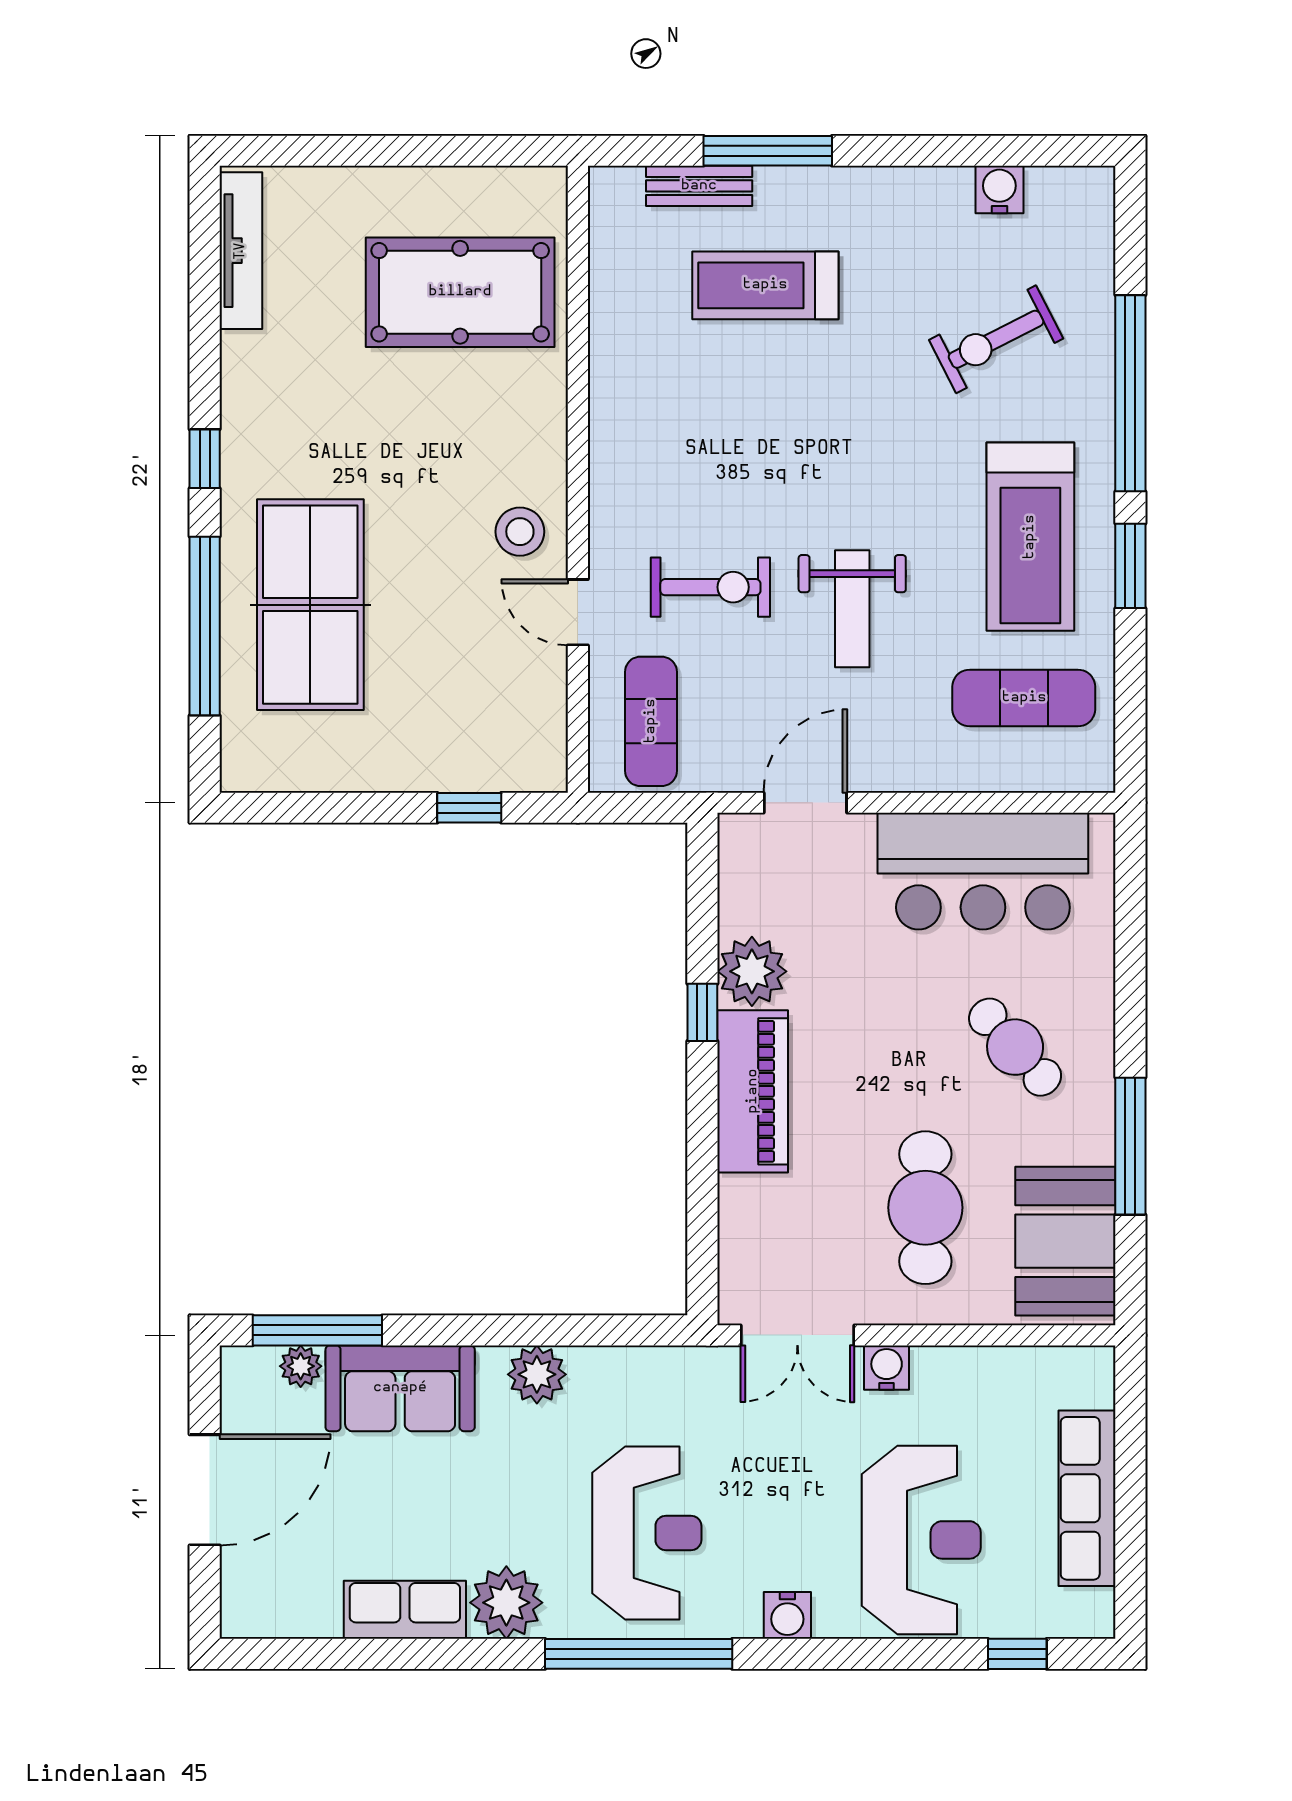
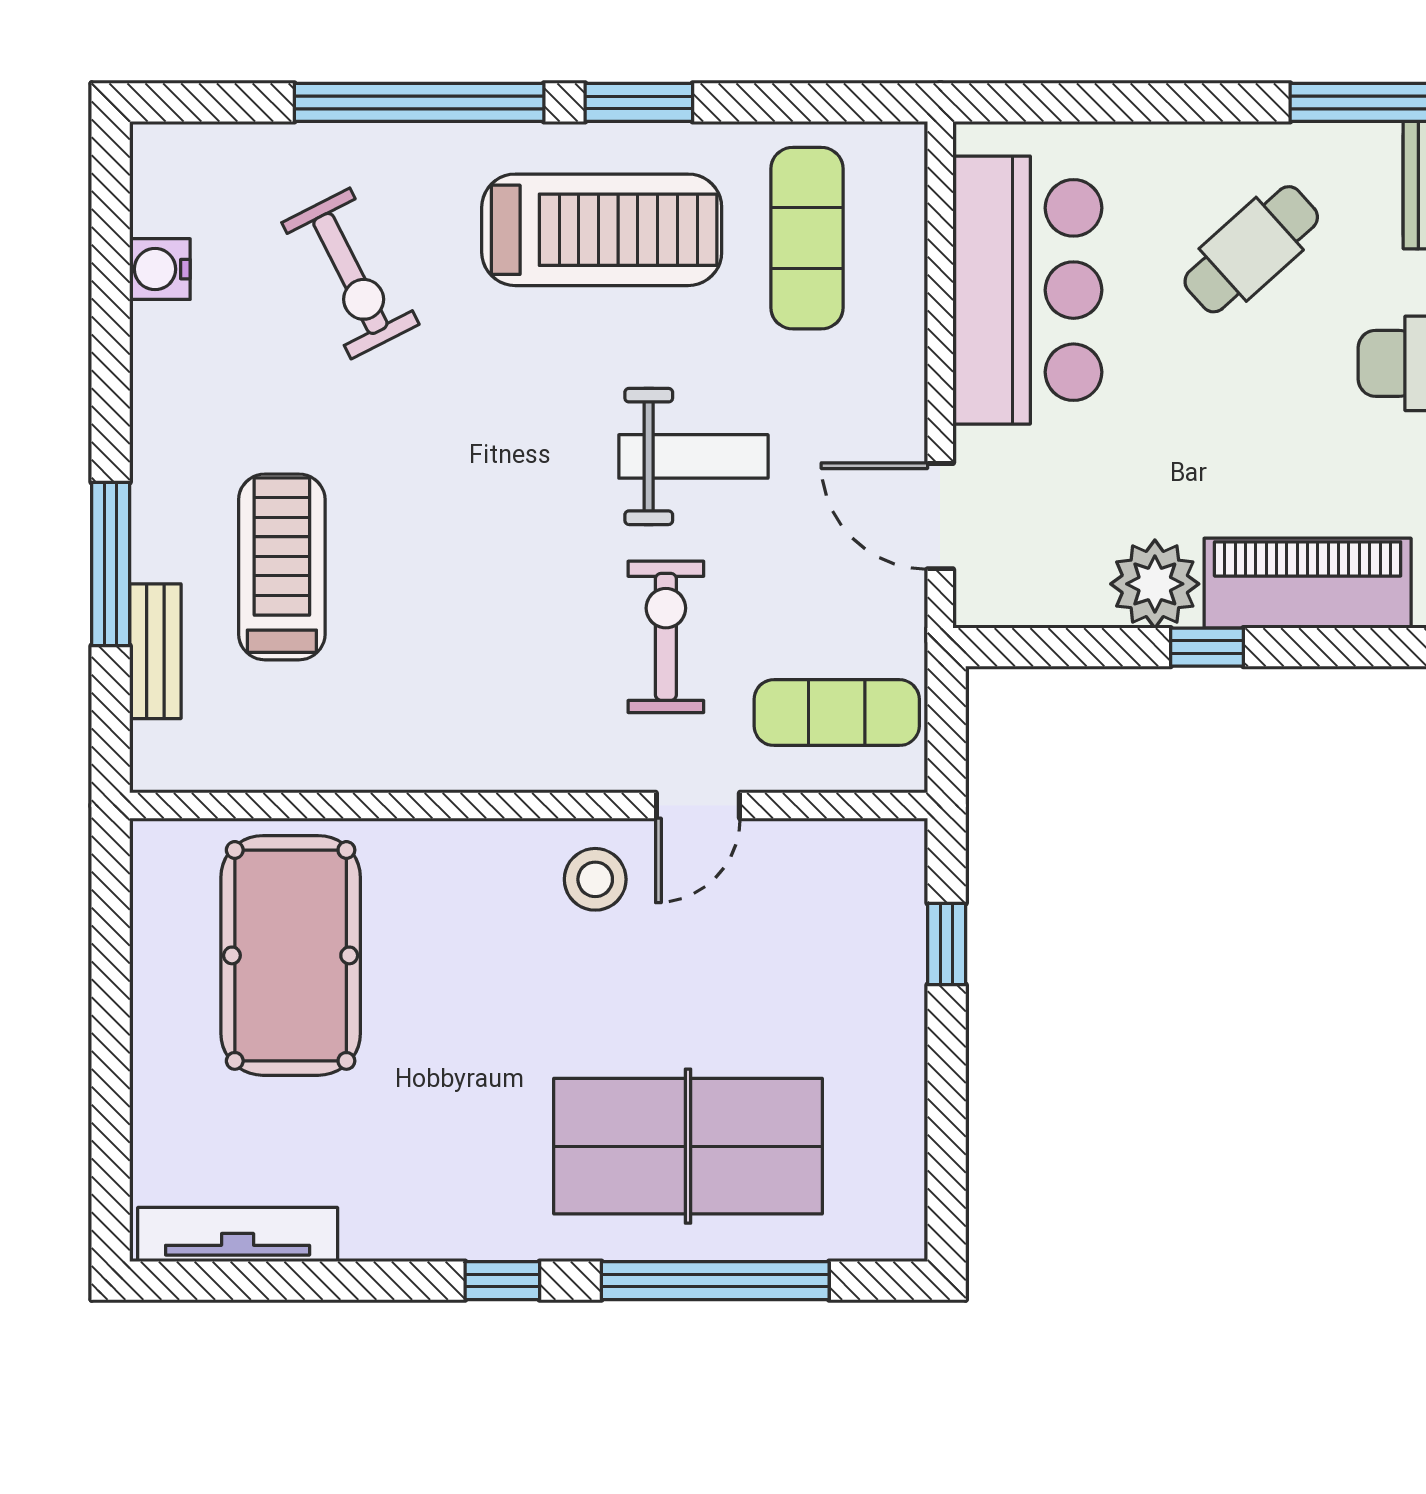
treadmill: (765, 285) -> (282, 567), turned 180

